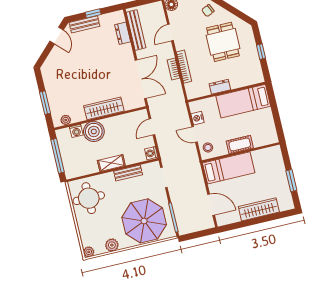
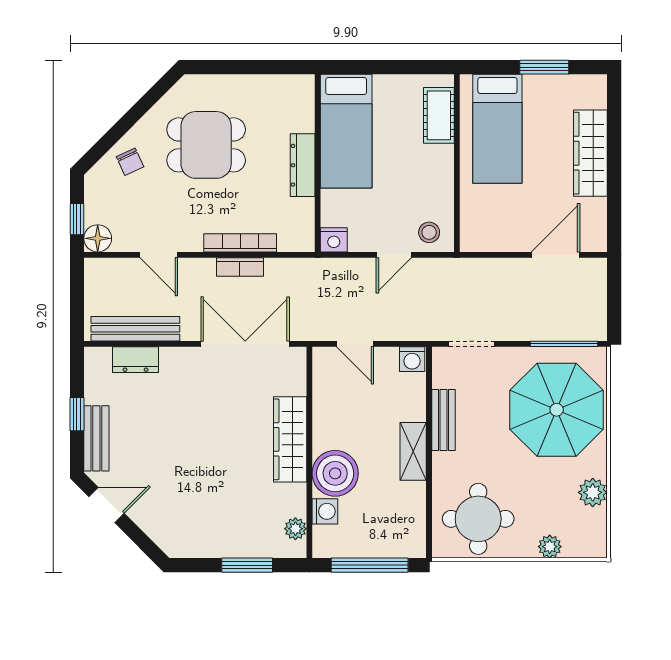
window: (261, 52) -> (247, 67), removed
dresser: (220, 87) -> (303, 165), width x1.44
nightstand: (198, 118) -> (334, 240), moved
cot: (240, 144) -> (439, 115), moved
bed: (229, 168) -> (497, 129), moved, turned 180
plant: (89, 252) -> (550, 547), moved

